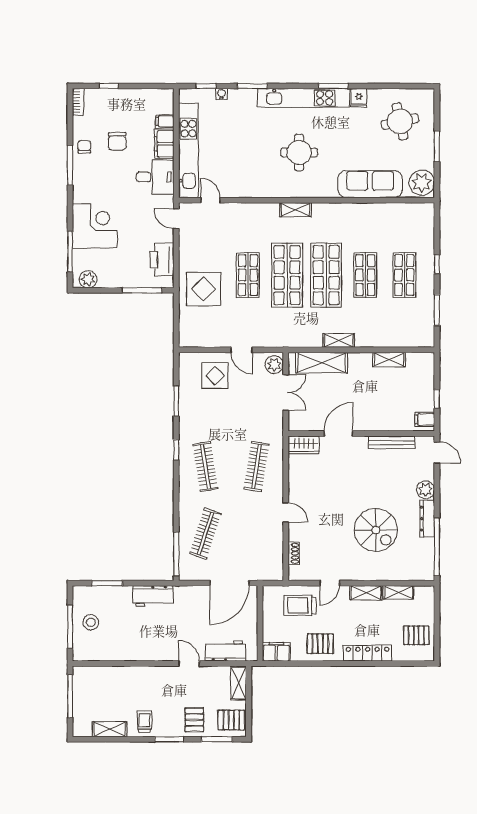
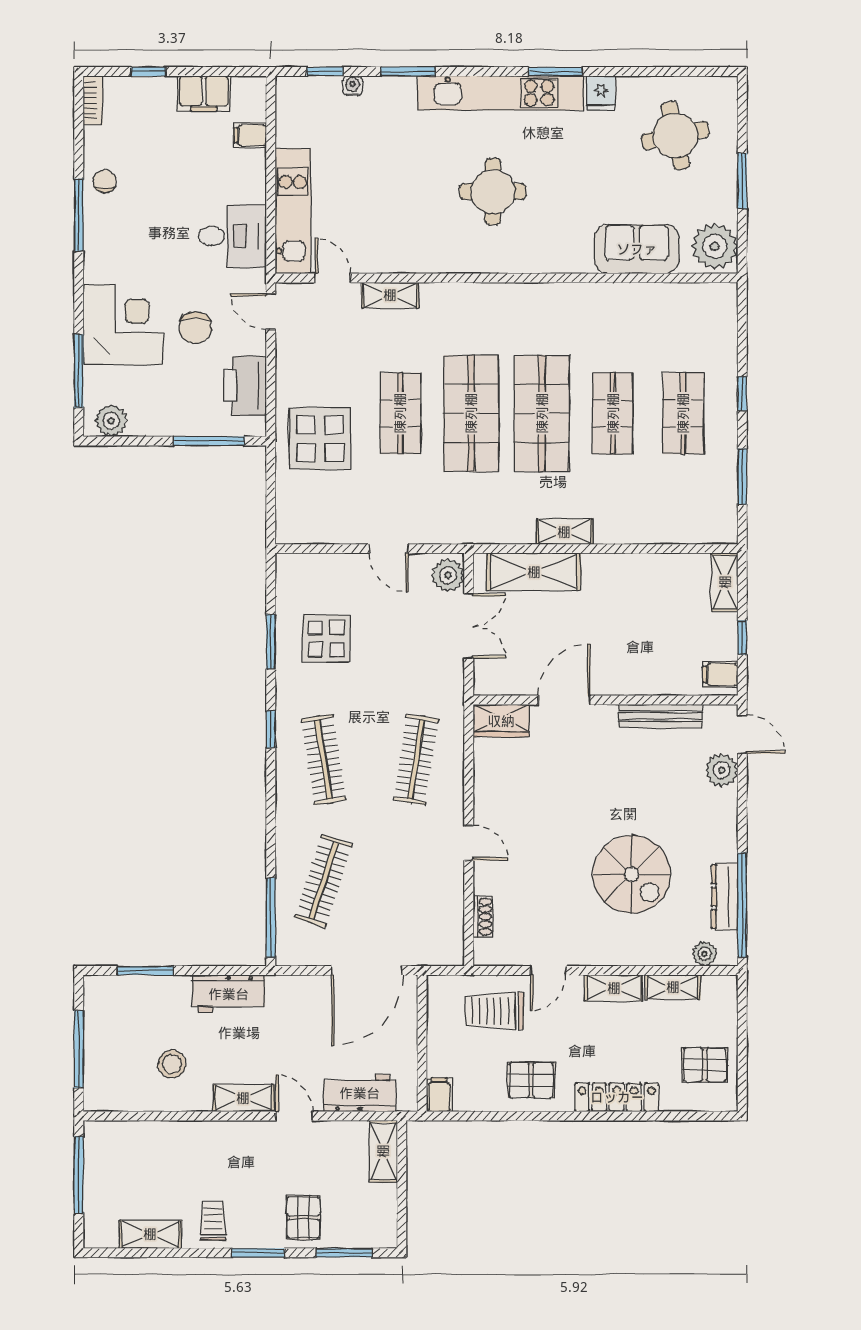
chair: (117, 141) -> (195, 328), moved
filing cabinet: (164, 144) -> (204, 93), moved, turned -90
kitchen unit: (188, 150) -> (293, 211), width x0.73
sofa: (370, 184) -> (637, 249), width x0.73
shelving: (295, 210) -> (390, 295), moved
shelving: (389, 360) -> (725, 582), moved, turned 90
display table: (215, 375) -> (326, 639), moved
plant: (426, 490) -> (722, 770), moved
dresser: (427, 519) -> (725, 897), moved
plant: (416, 574) -> (704, 954), added
stool: (91, 622) -> (172, 1064), moved
filing cabinet: (276, 652) -> (439, 1095), width x0.50
shelving: (161, 654) -> (243, 1098), added
pallet: (231, 720) -> (370, 1218), removed

